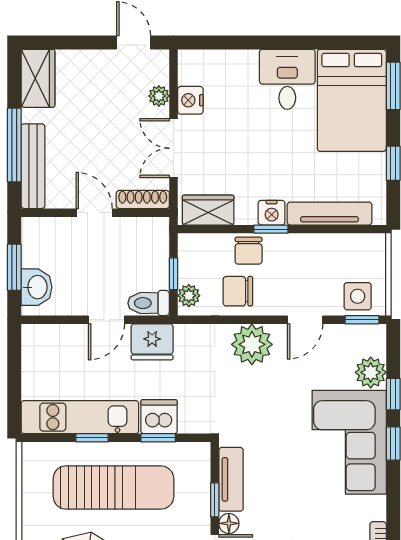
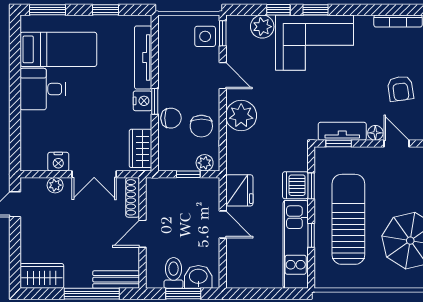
bed: (352, 100) -> (58, 49), width x0.67
bench: (33, 166) -> (116, 280), width x0.73
toilet: (149, 303) -> (174, 273), moved, turned 180
window: (215, 500) -> (339, 143), moved

